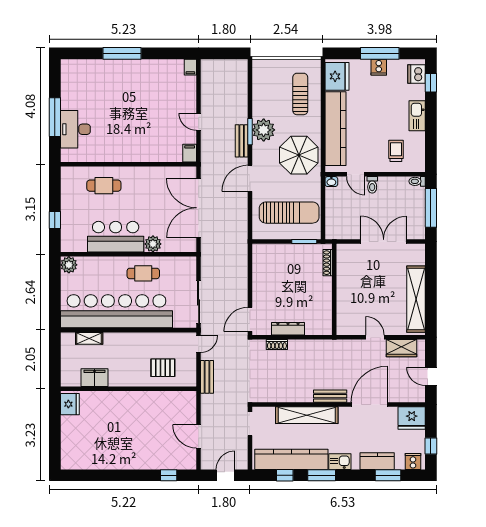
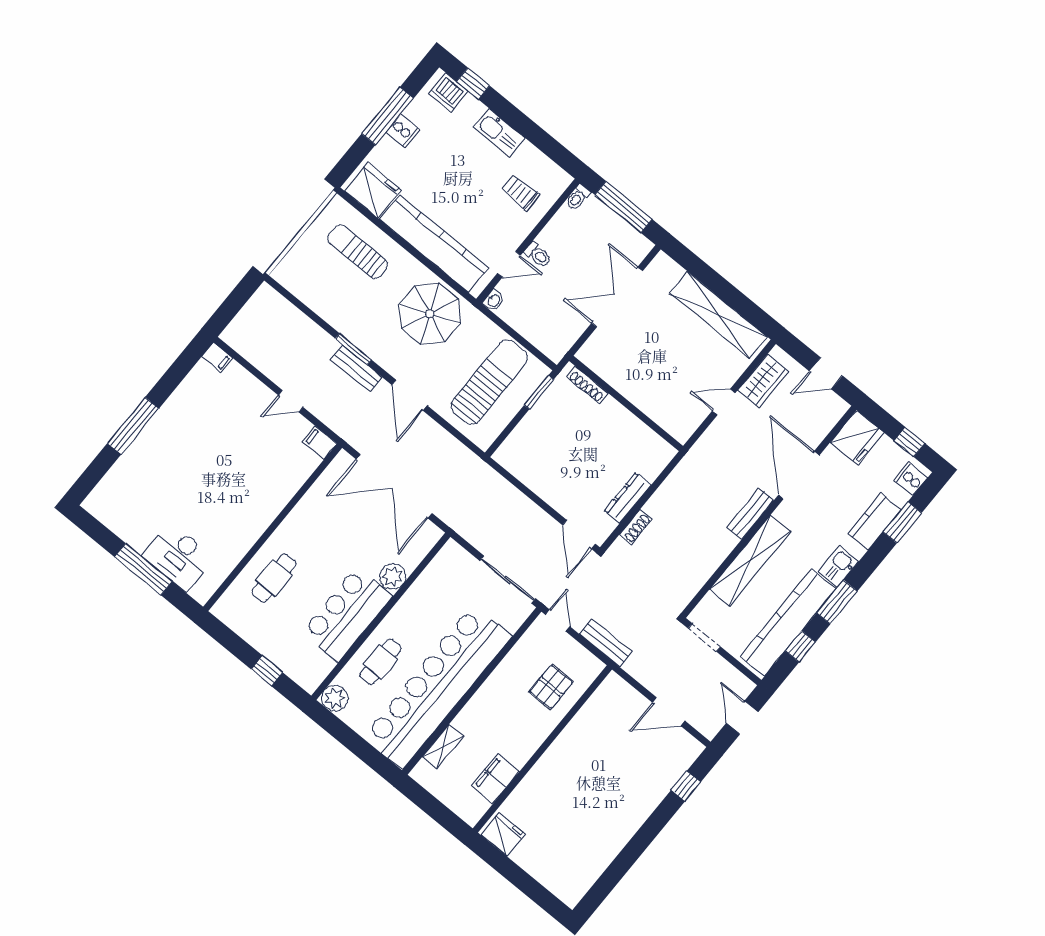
plant: (264, 130) -> (365, 331), removed
cafe table: (143, 273) -> (380, 662), moved

